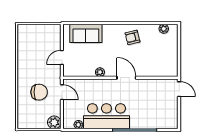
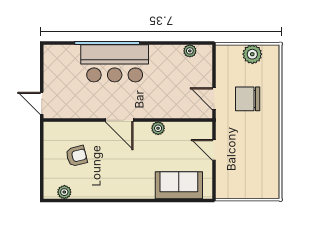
armchair: (132, 37) -> (77, 156), moved
door: (62, 57) -> (214, 150), swing flipped
bar counter: (106, 116) -> (115, 63), moved
plant: (54, 122) -> (252, 54), moved

